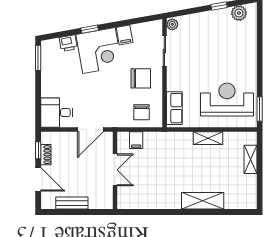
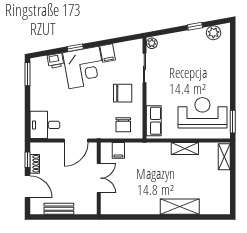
shelving: (250, 159) -> (224, 157), moved

